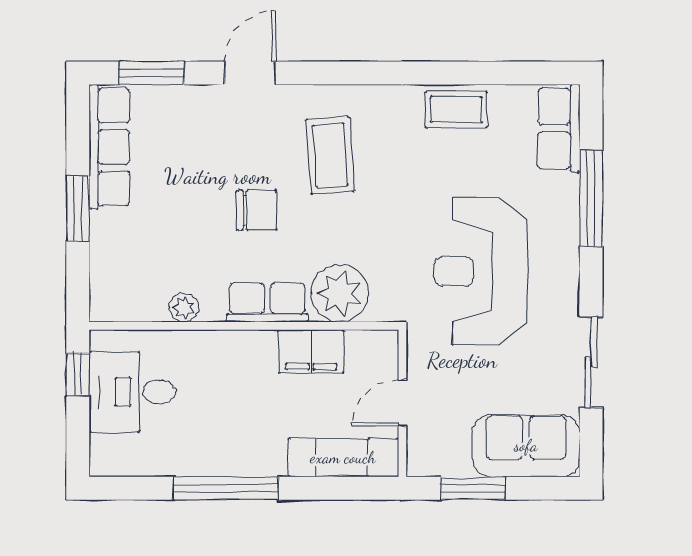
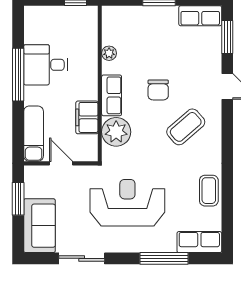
row of seats: (109, 147) -> (200, 16), width x0.68
coffee table: (330, 155) -> (186, 127), turned -37
desk: (133, 392) -> (46, 65), moved, turned -90

